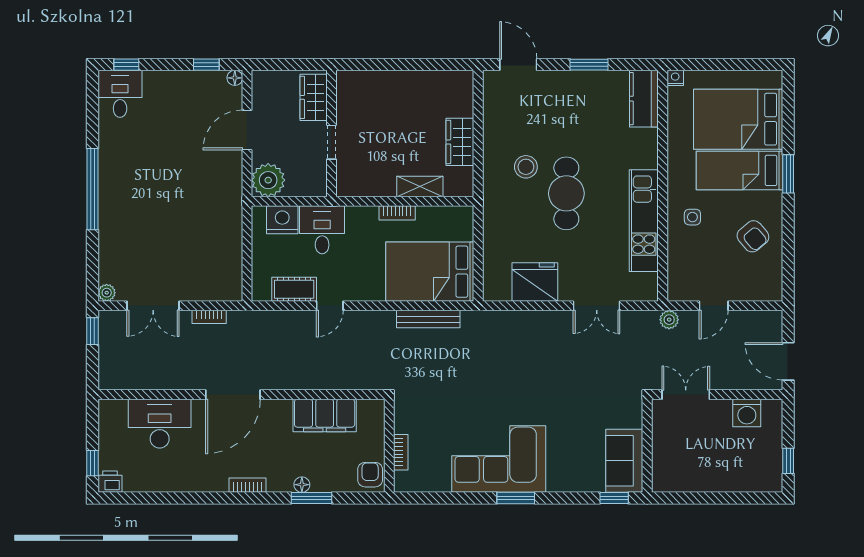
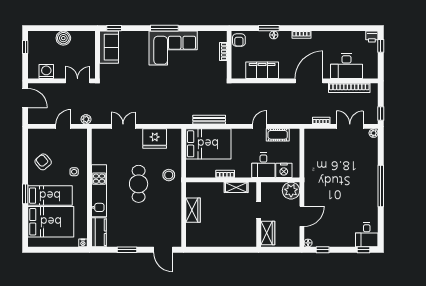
stool: (526, 167) -> (169, 175), moved
shelving: (420, 186) -> (236, 187), moved
kitchen unit: (644, 221) -> (99, 191), moved
bookcase: (154, 381) -> (349, 88), added
double door: (686, 395) -> (78, 81), swing flipped
boiler: (713, 478) -> (63, 38), added
window: (516, 498) -> (164, 28), width x1.44

